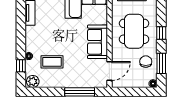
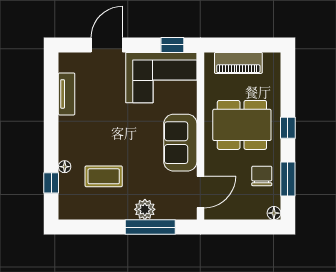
dining table: (134, 31) -> (242, 125), turned 90
plant: (33, 81) -> (145, 209), moved

